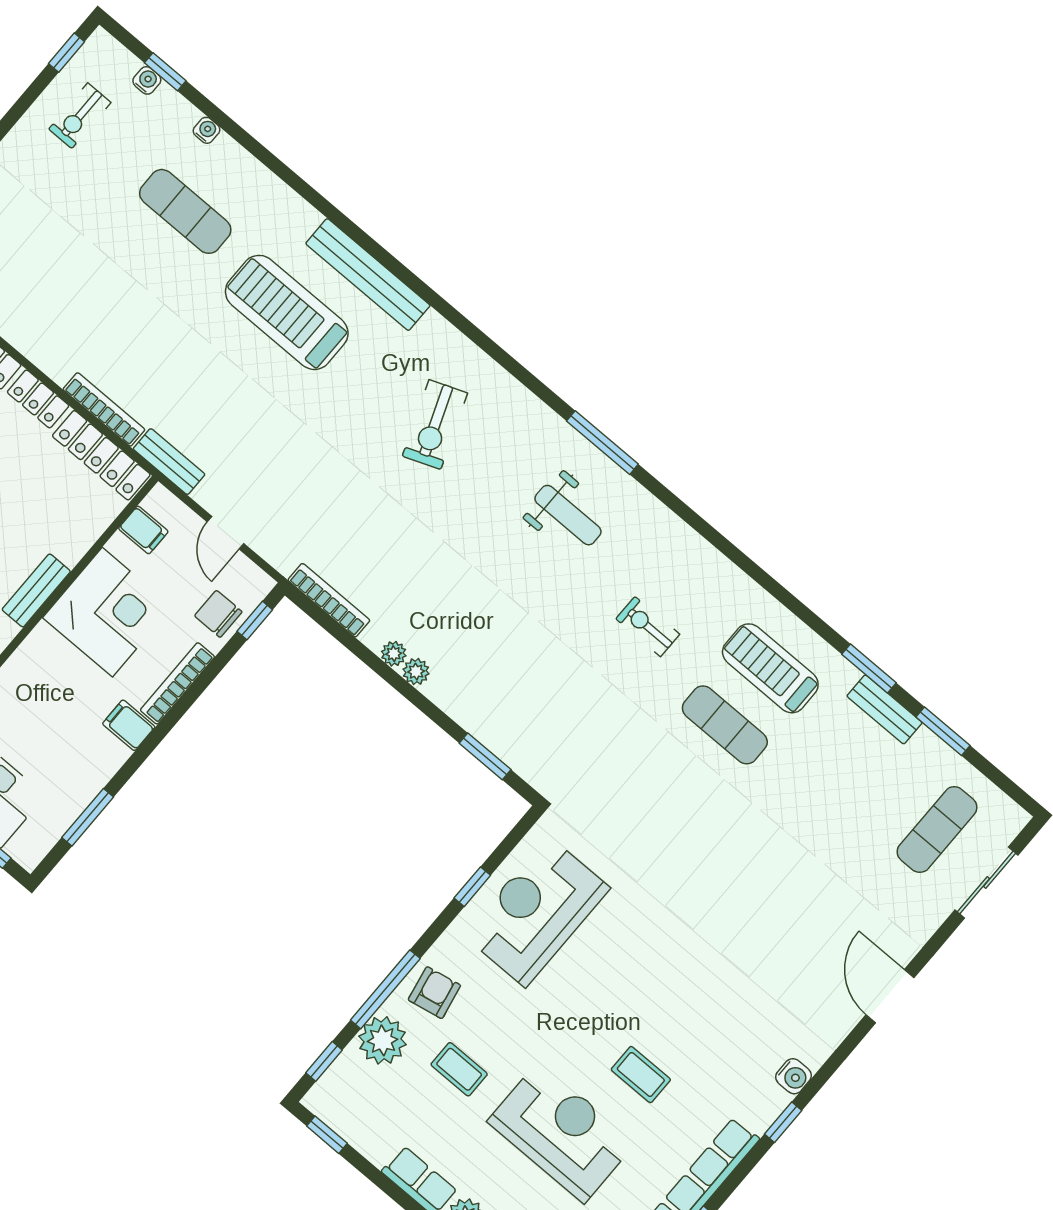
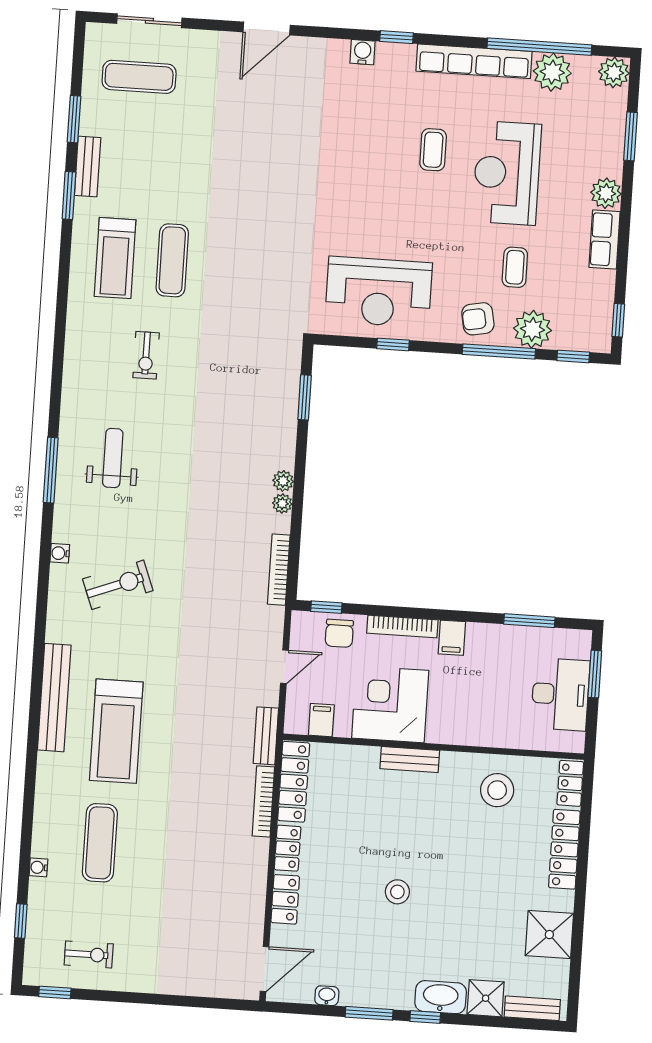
water cooler: (147, 80) -> (60, 553), moved

